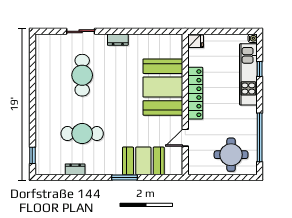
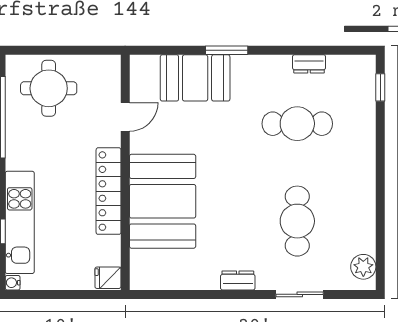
plant: (43, 48) -> (363, 267), added

